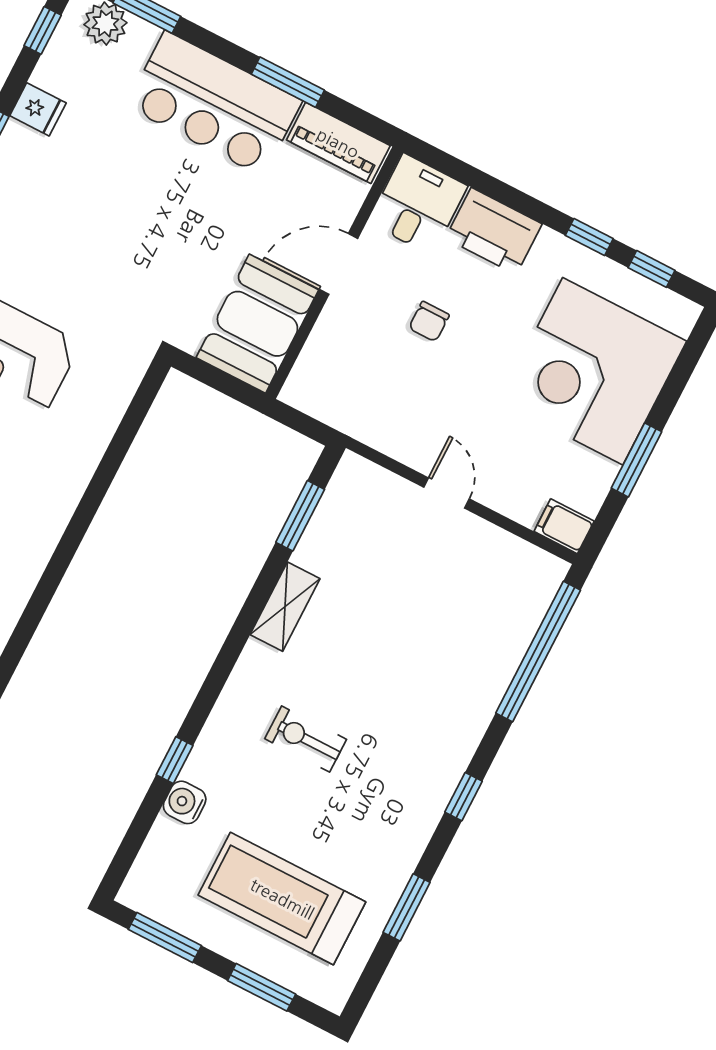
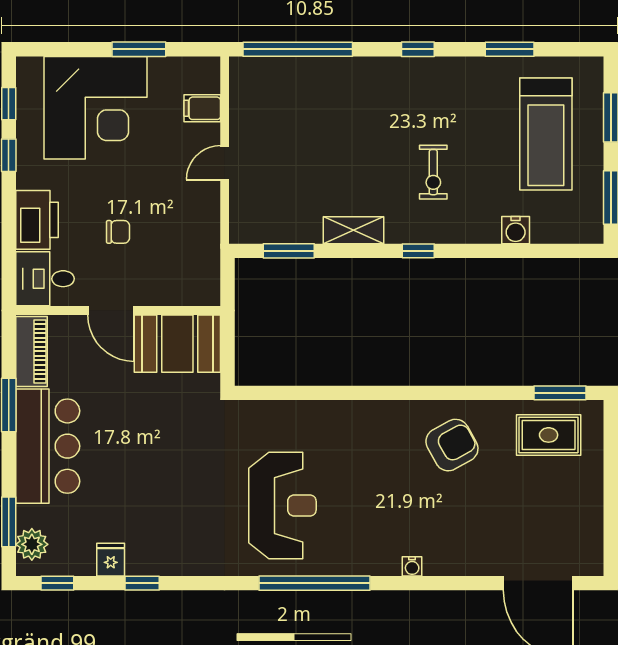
filing cabinet: (564, 526) -> (202, 108), moved, turned 90
window: (175, 760) -> (418, 251), moved

